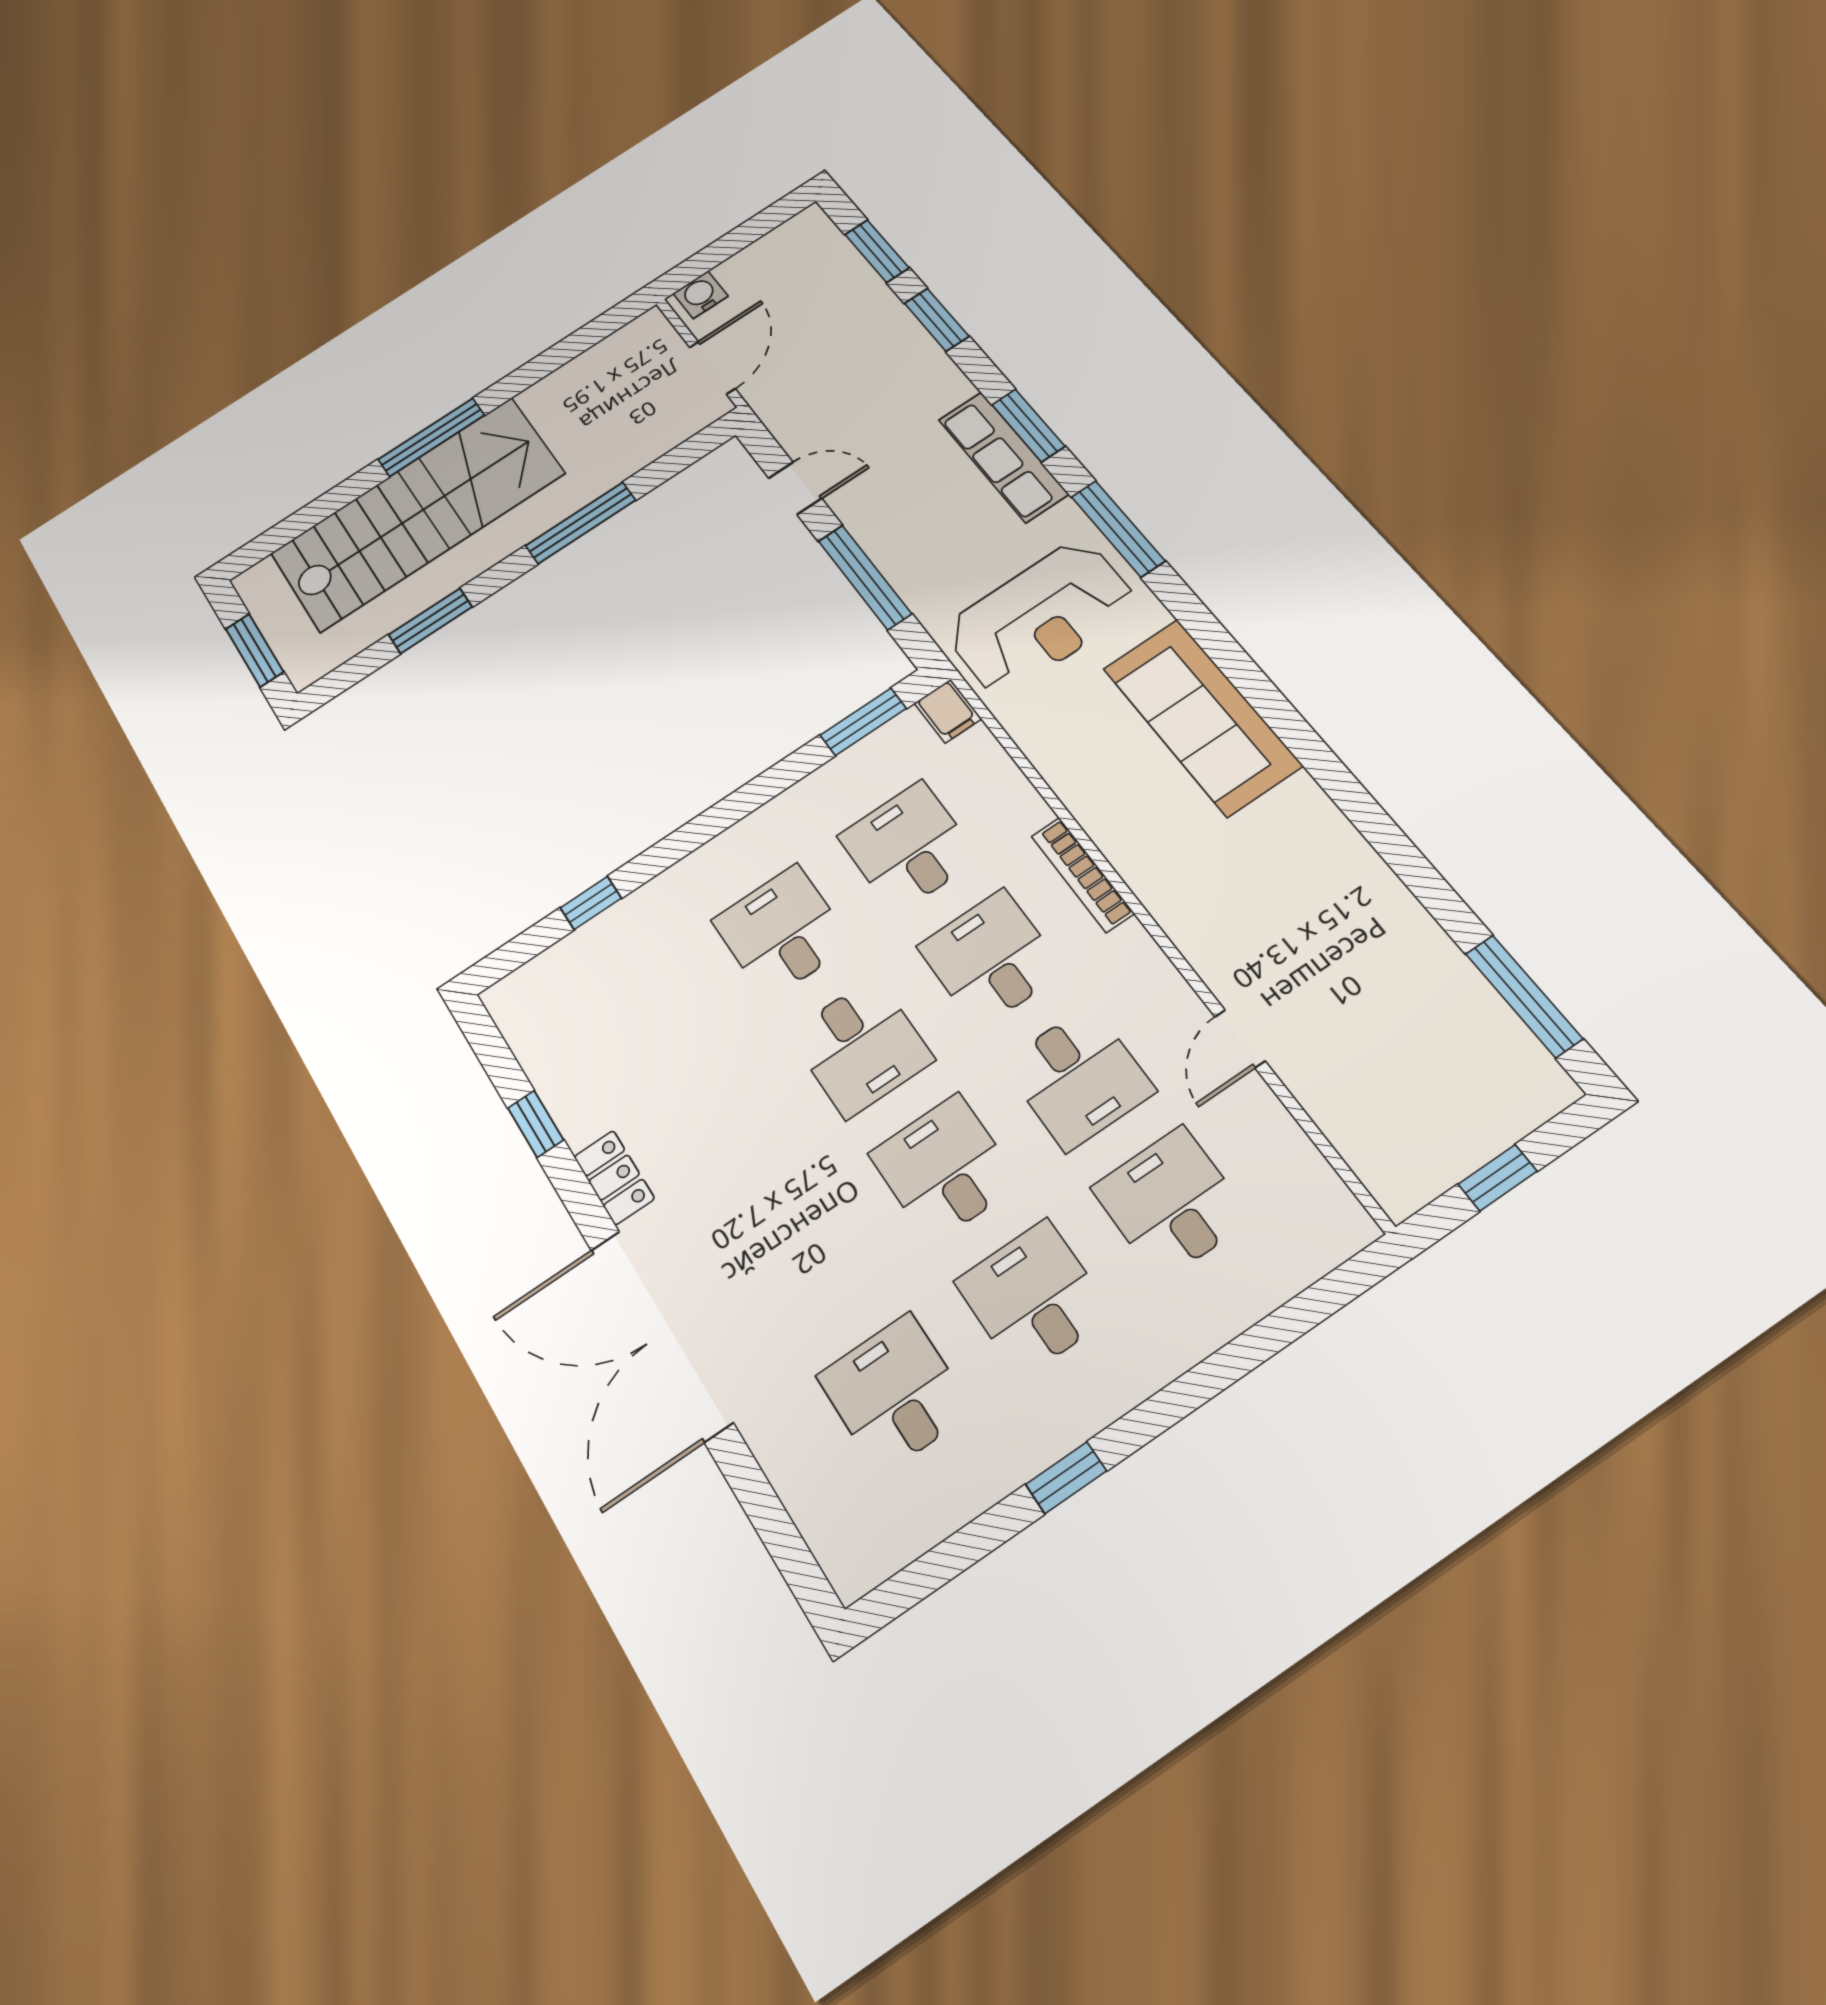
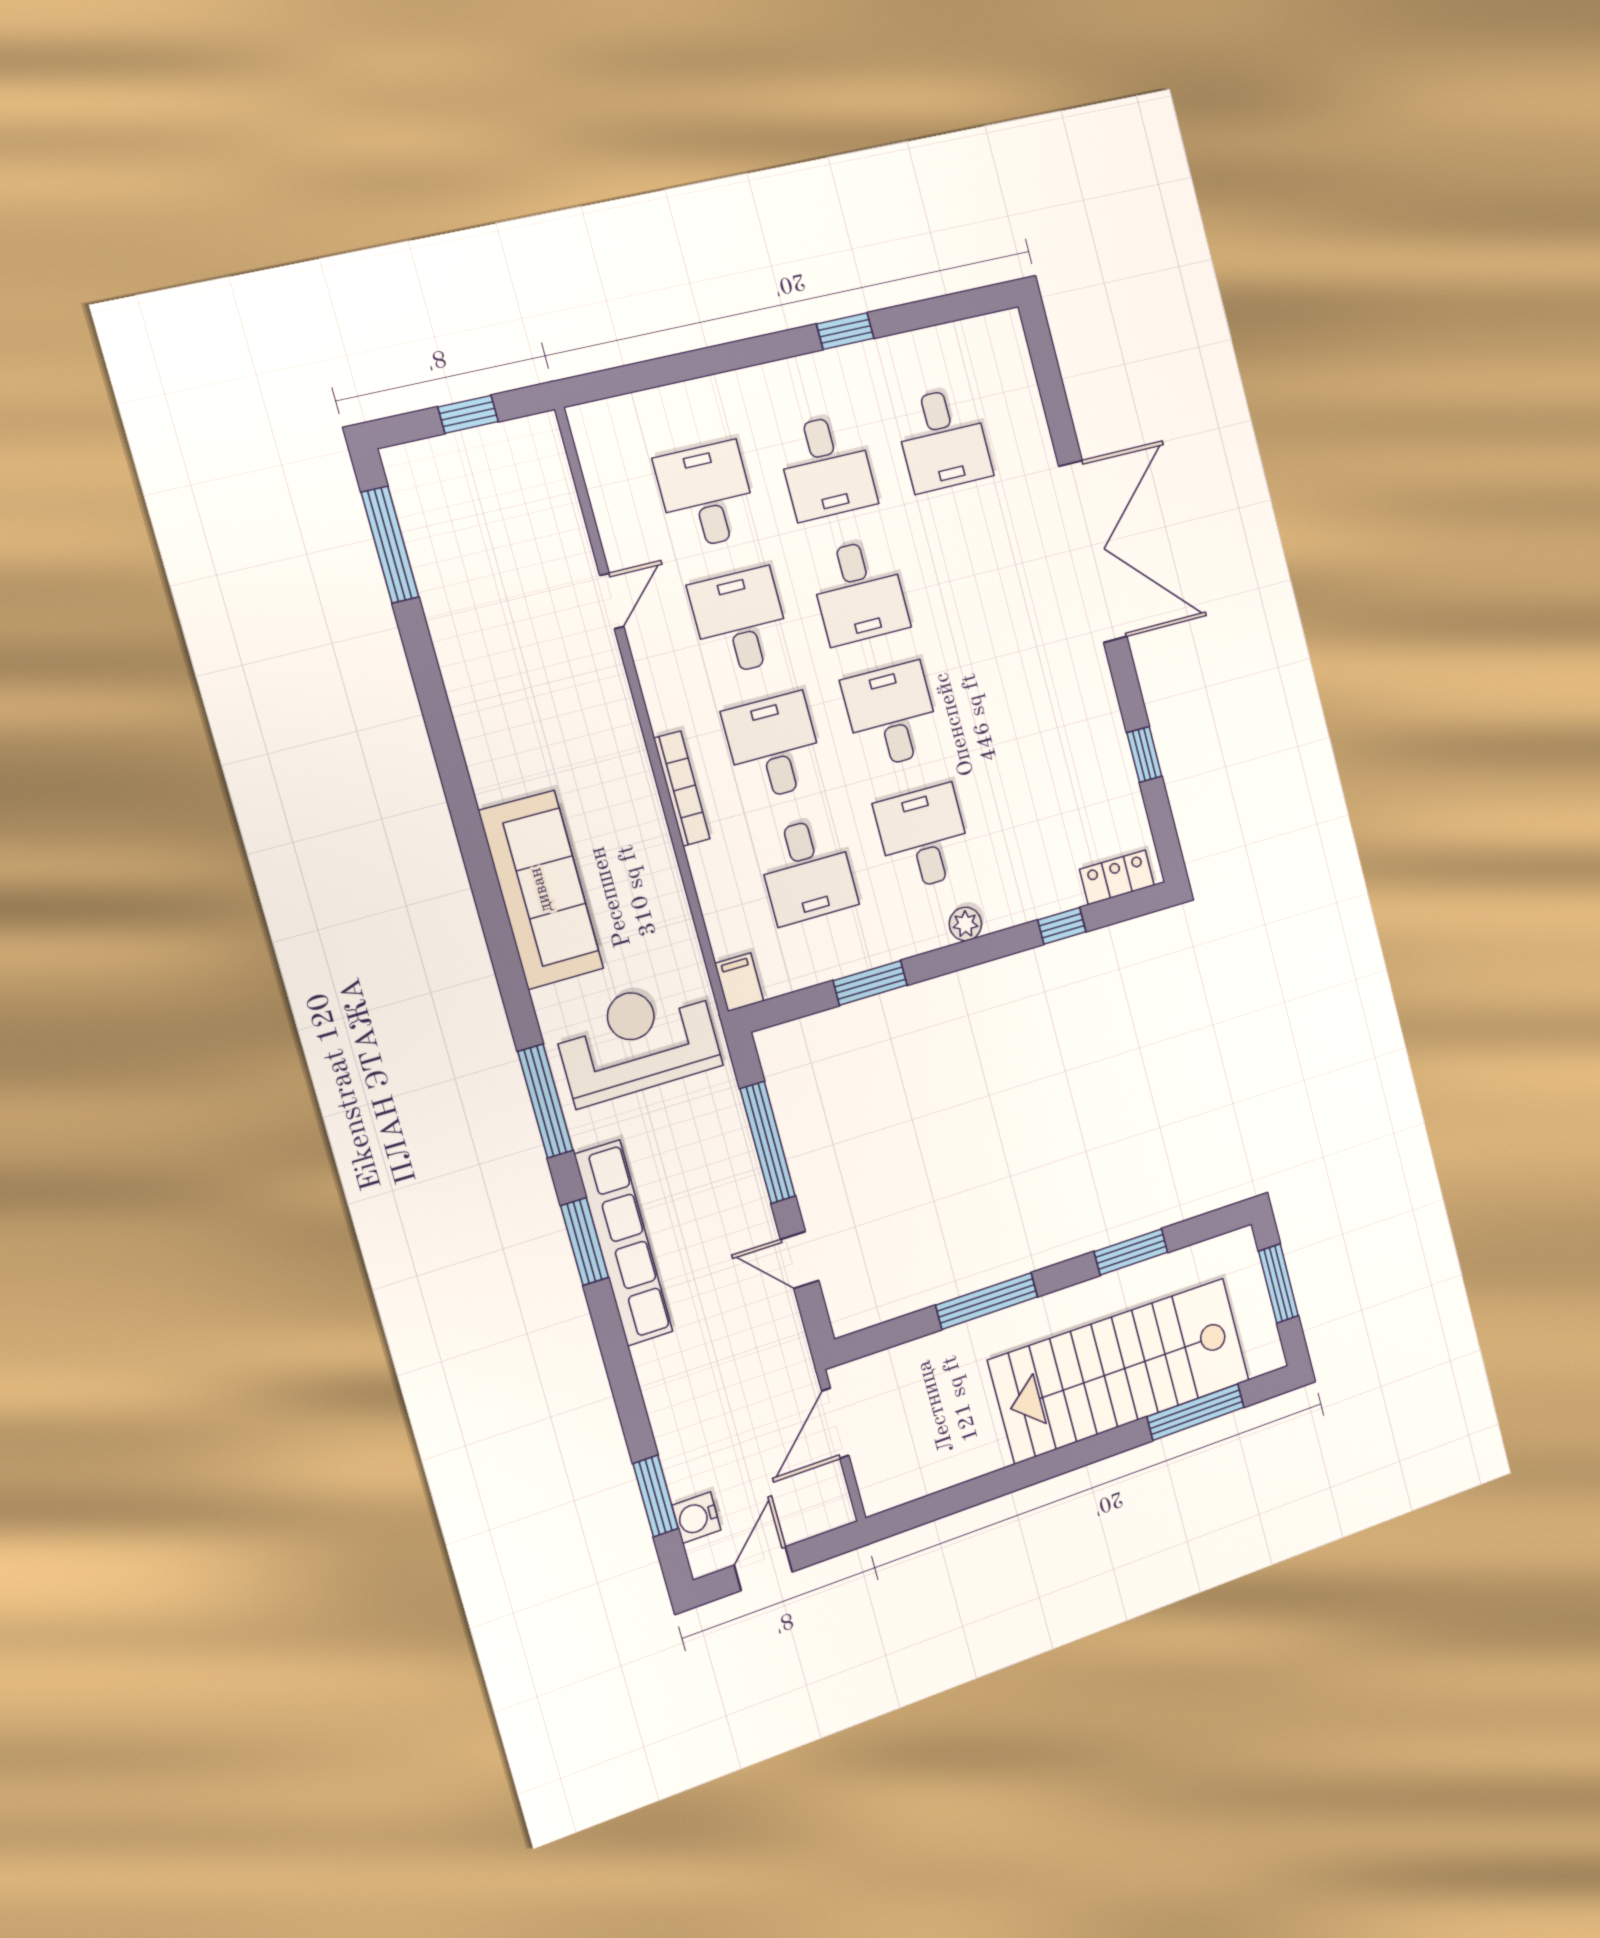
door: (748, 232) -> (763, 1569), added
water cooler: (700, 295) -> (696, 1518), moved, turned 90
window: (937, 320) -> (627, 1393), removed
window: (431, 437) -> (1196, 1412), moved
row of seats: (1003, 457) -> (624, 1243), width x1.36
window: (863, 722) -> (870, 983), moved
plant: (706, 863) -> (965, 924), added
desk: (782, 932) -> (924, 837), turned 180
desk: (991, 959) -> (774, 747), turned 180
locker: (614, 1178) -> (1117, 877), moved, turned 90
desk: (1171, 1203) -> (707, 495), turned 180

